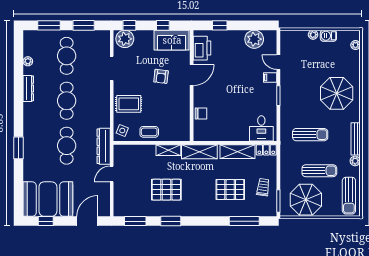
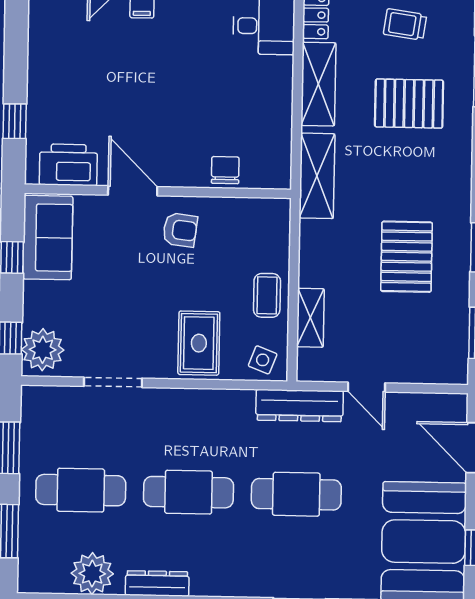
plant: (254, 39) -> (49, 39), removed
plant: (28, 61) -> (92, 574), width x1.88, depth x1.88
armchair: (161, 76) -> (180, 230), moved
shelving: (168, 150) -> (310, 318), moved
pallet: (230, 189) -> (409, 104), turned 90

